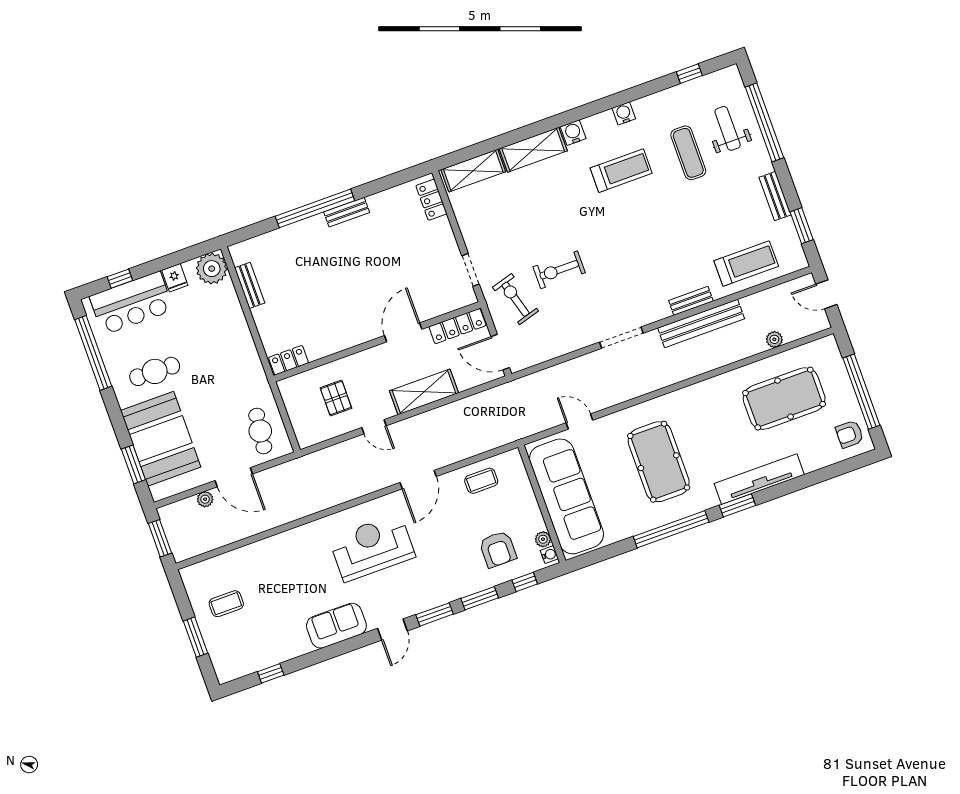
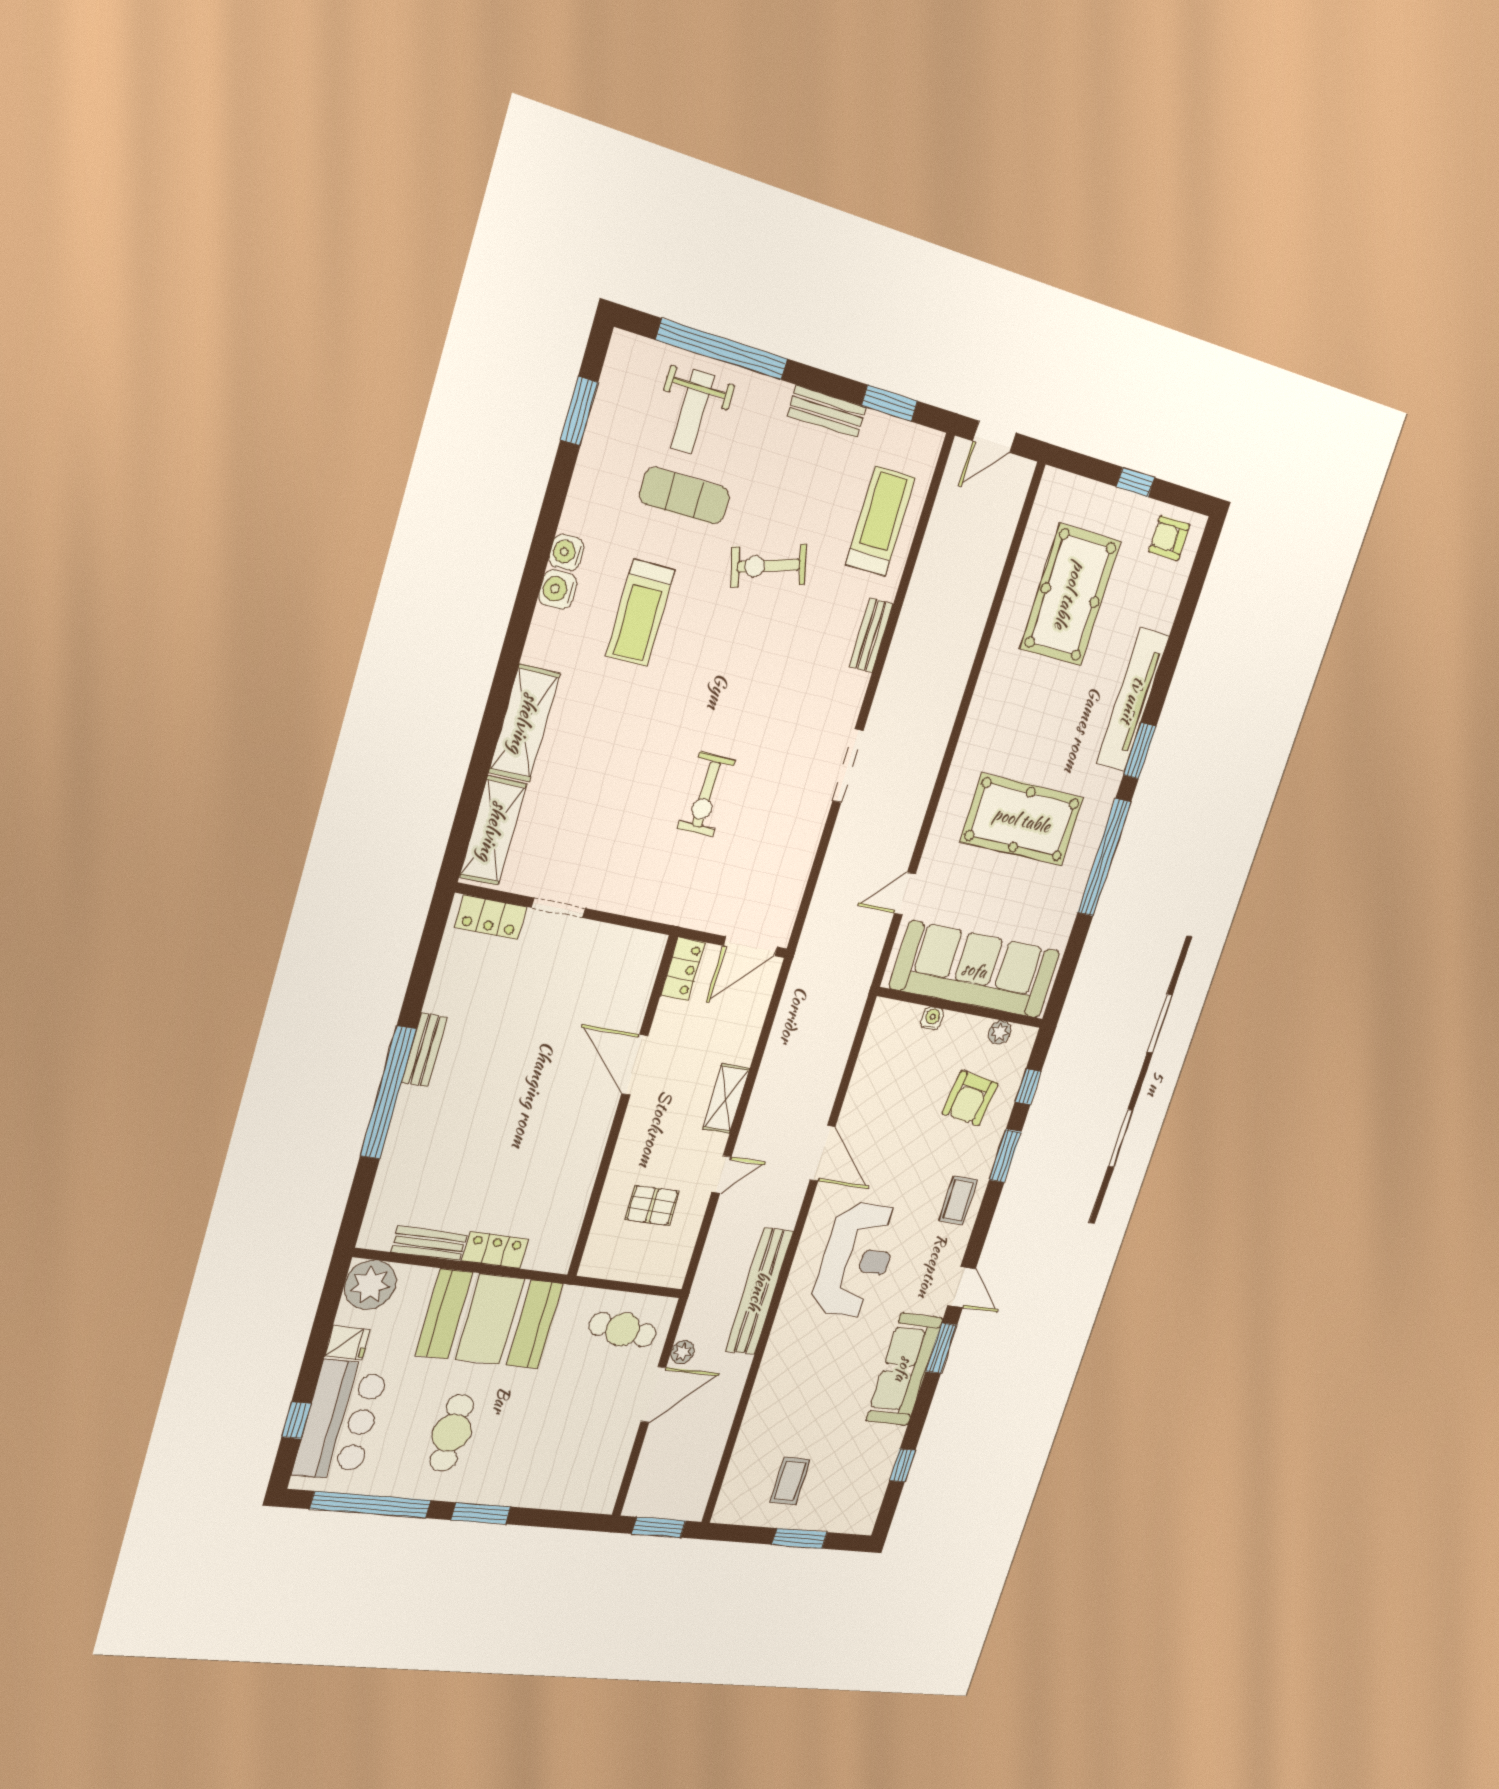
window: (689, 74) -> (579, 411), width x1.50
weight bench: (728, 128) -> (692, 411), turned -90
water cooler: (573, 133) -> (558, 589), moved
treadmill: (621, 171) -> (640, 613), turned 180
doorway: (471, 270) -> (558, 908), moved
exercise bike: (516, 299) -> (769, 566), moved
bench: (701, 323) -> (759, 1291), moved
locker: (457, 326) -> (683, 969), width x0.66
plant: (774, 339) -> (996, 554), removed
locker: (289, 360) -> (495, 1250), moved, turned 90
shelving: (424, 392) -> (726, 1099), width x0.67, depth x0.75
window: (861, 392) -> (1135, 482), width x0.32
armchair: (849, 434) -> (1169, 538), turned 90
booth: (161, 439) -> (490, 1319), moved
window: (133, 464) -> (481, 1513), moved
coffee table: (481, 481) -> (958, 1200), moved
plant: (205, 499) -> (683, 1352), moved
reception desk: (372, 547) -> (856, 1260), turned 180
armchair: (498, 549) -> (970, 1098), turned 98
water cooler: (549, 555) -> (932, 1018), moved
window: (435, 614) -> (941, 1348), moved
sofa: (336, 626) -> (904, 1369), width x1.36

